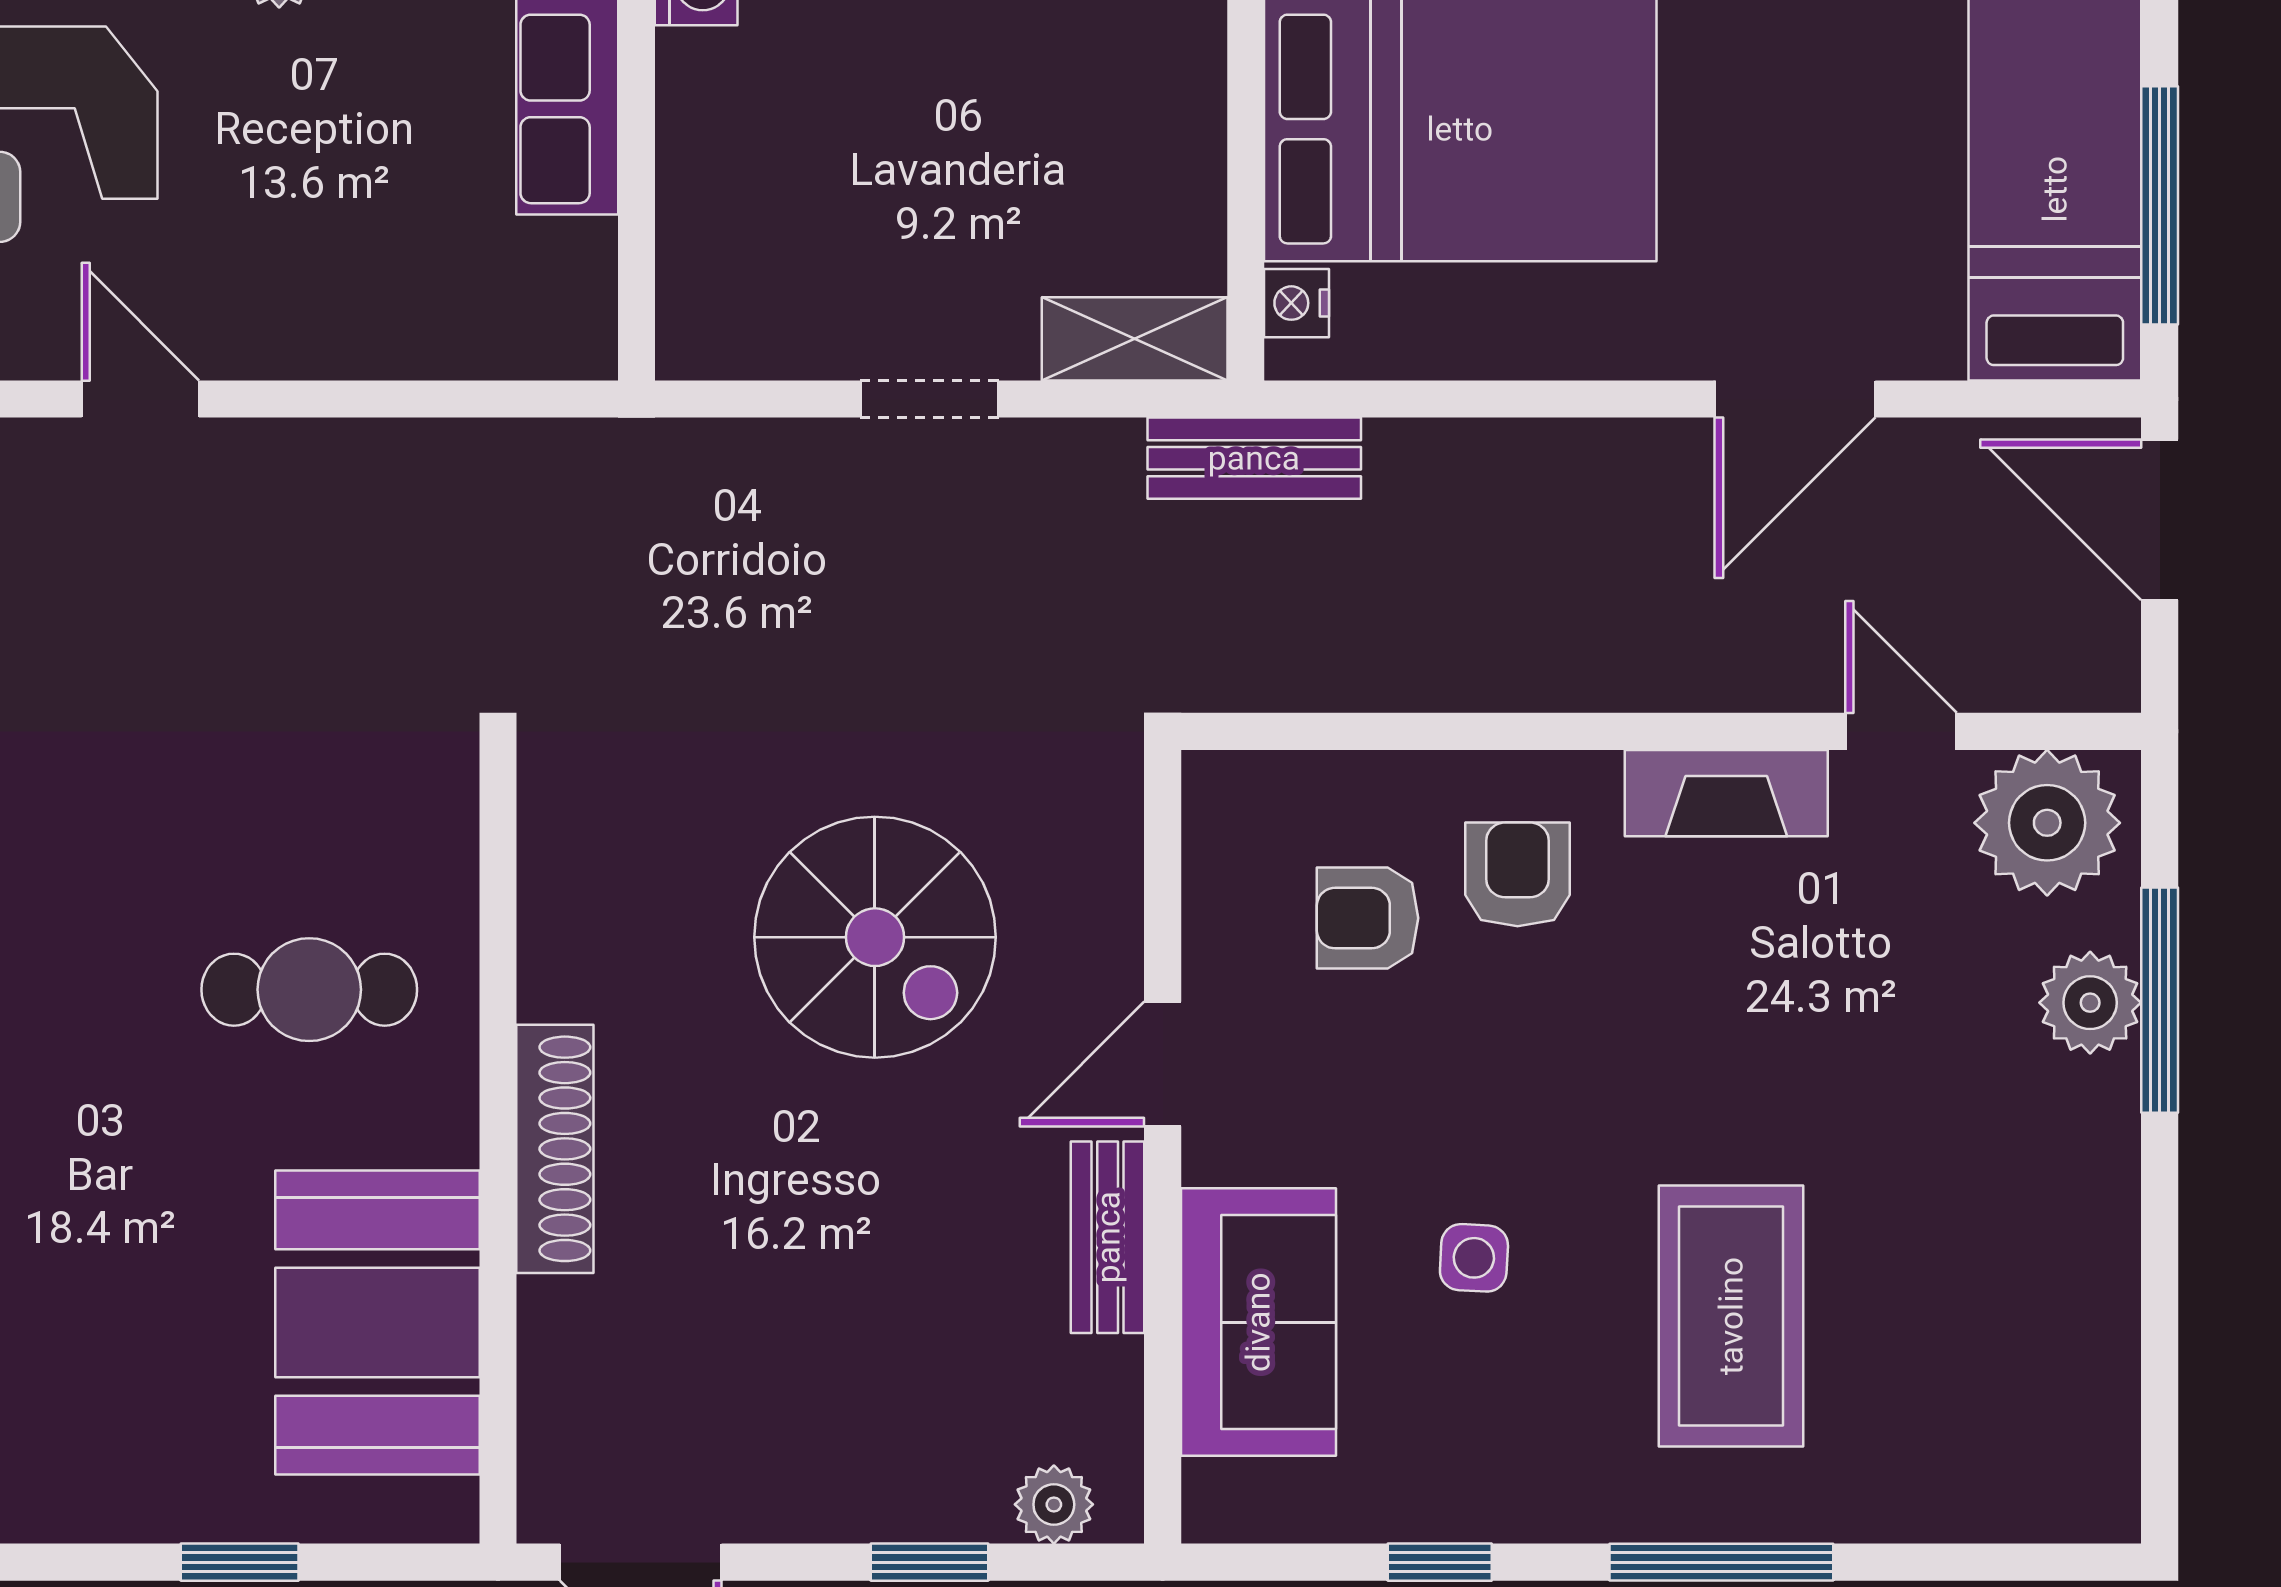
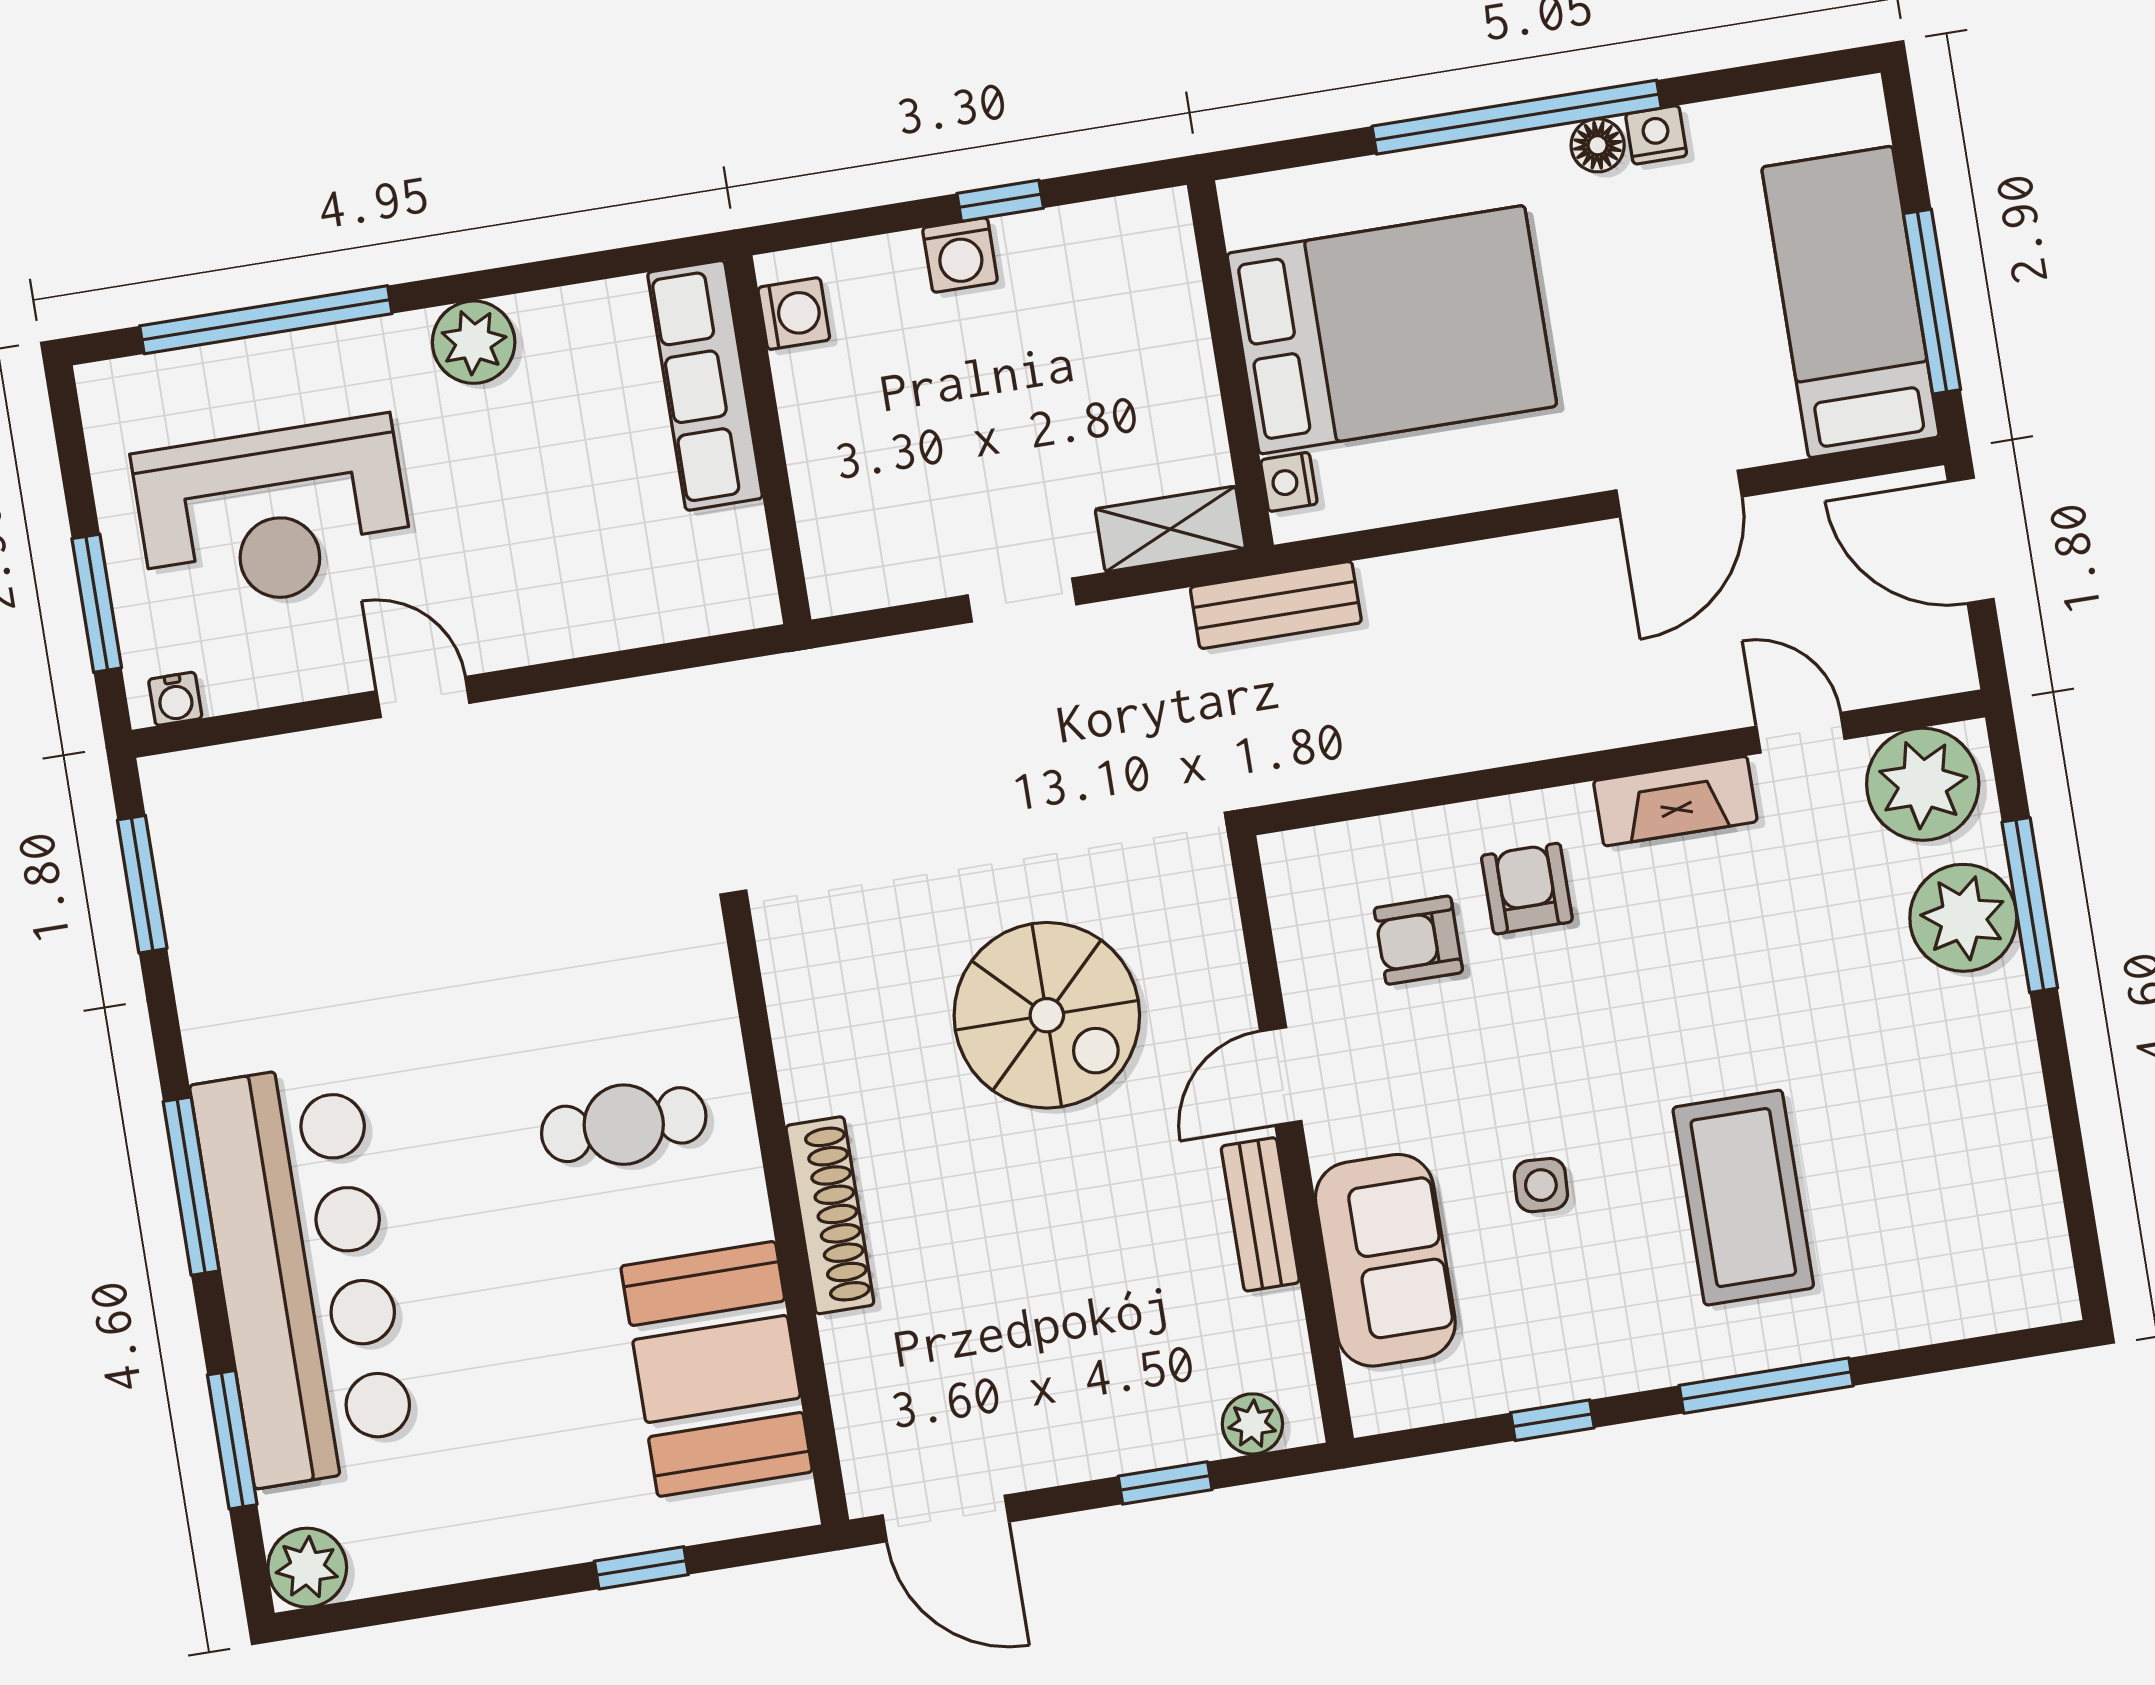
plant: (2090, 1003) -> (1963, 918), width x1.36, depth x1.36

